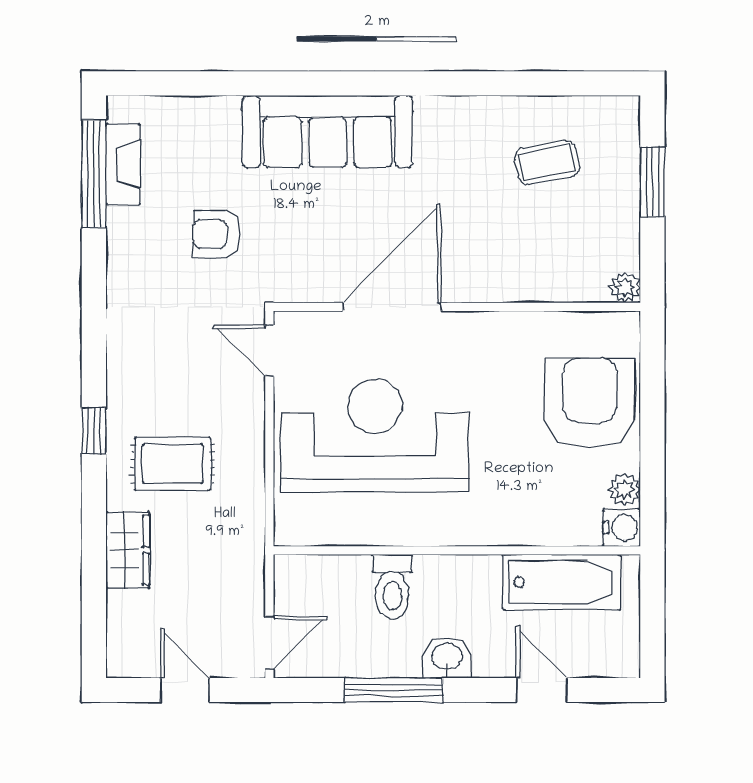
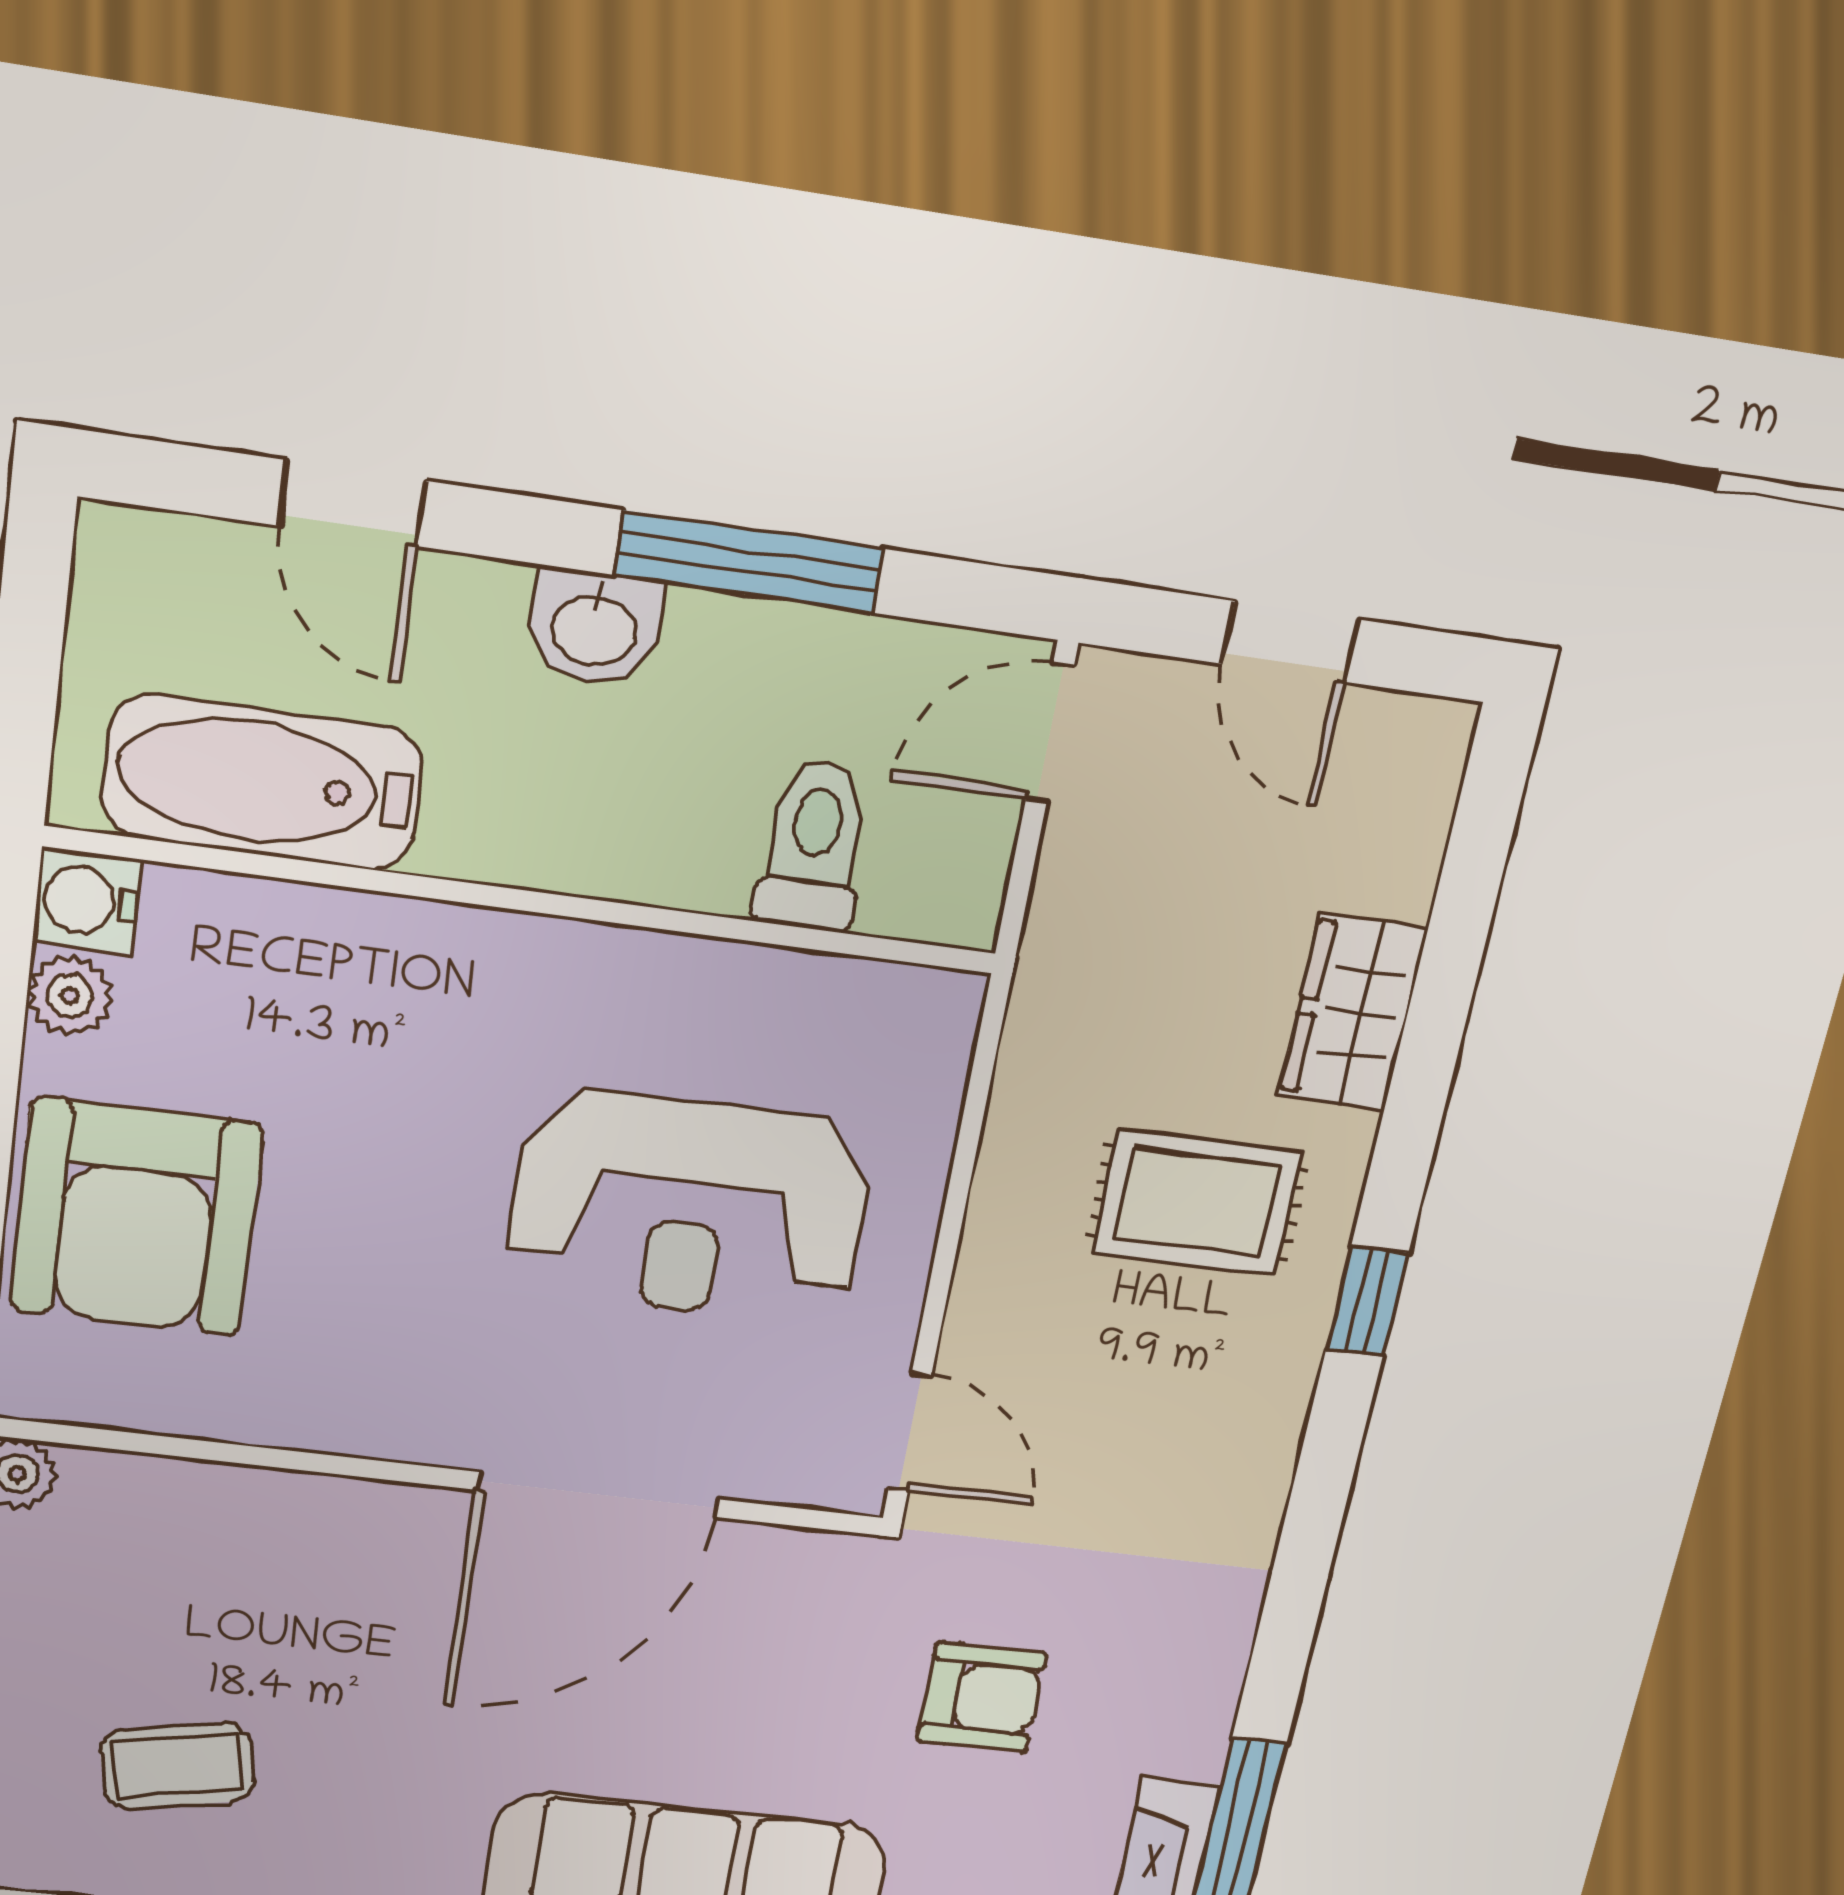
reception desk: (375, 435) -> (689, 1207), width x0.74, depth x0.77
toilet: (392, 587) -> (814, 846), moved

